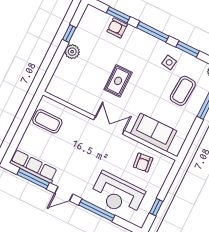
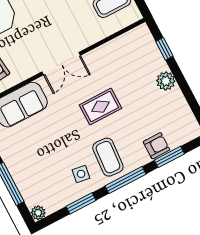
window: (69, 33) -> (164, 49), moved
rug: (118, 81) -> (100, 107), turned 90
coffee table: (183, 91) -> (108, 157), moved

